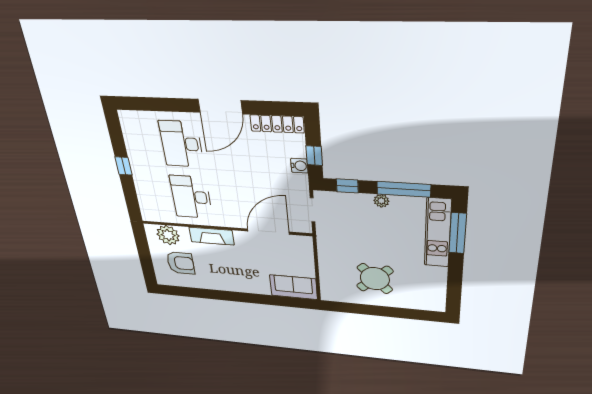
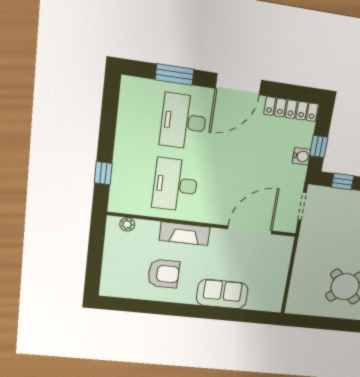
window: (161, 104) -> (175, 75), added
window: (123, 166) -> (103, 173), moved
plant: (168, 235) -> (127, 224), width x0.53, depth x0.53
armchair: (181, 263) -> (164, 274), moved
sofa: (294, 287) -> (222, 294), moved

